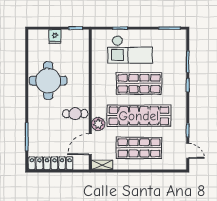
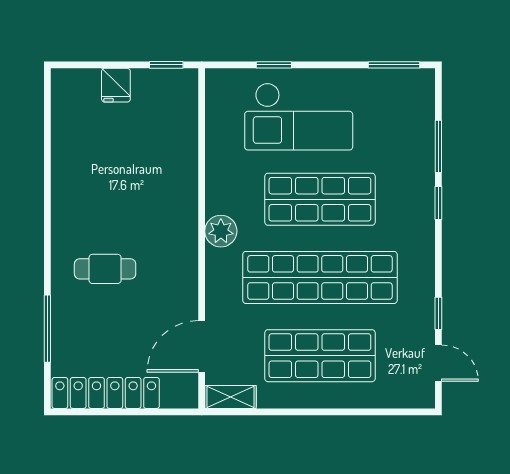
round table: (48, 81) -> (100, 192), removed
cafe table: (75, 114) -> (105, 269), moved
plant: (98, 124) -> (221, 231), moved

